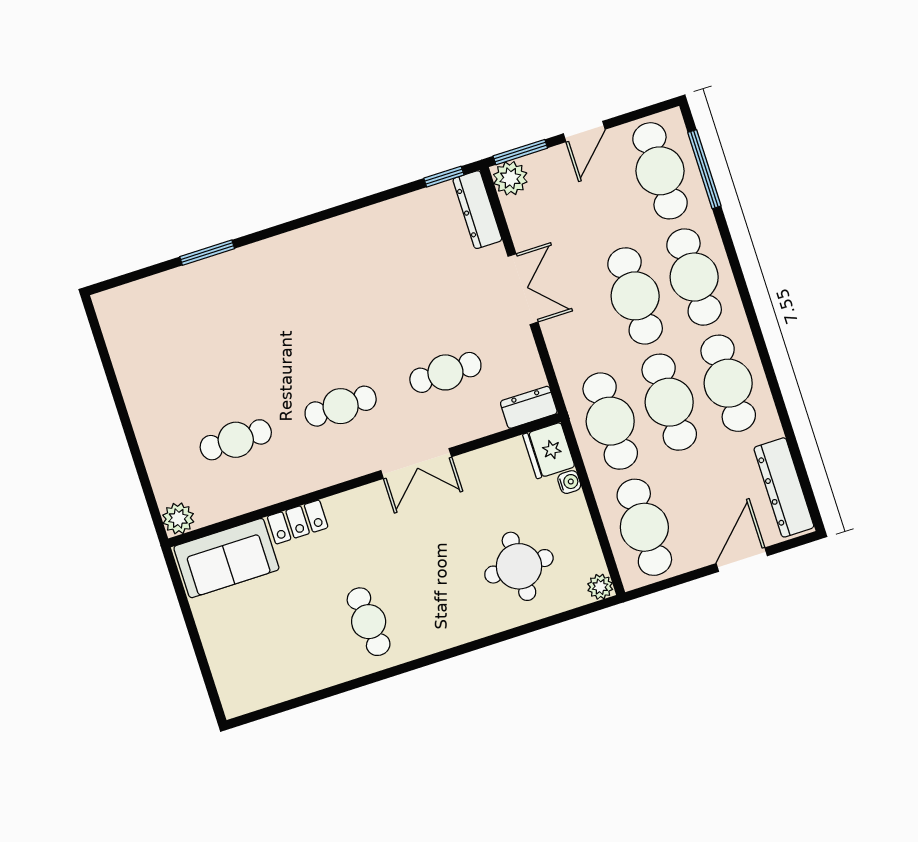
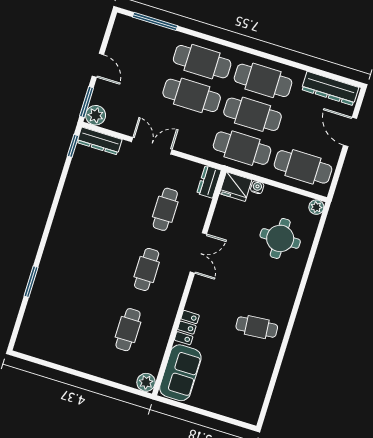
cafe table: (660, 171) -> (141, 43), removed

